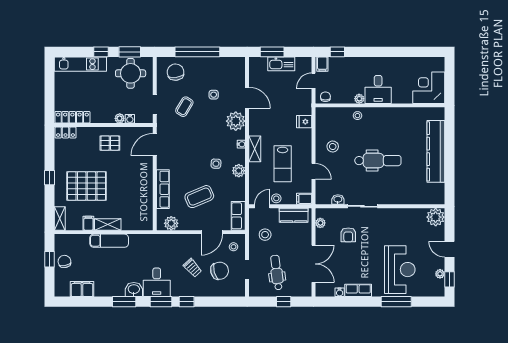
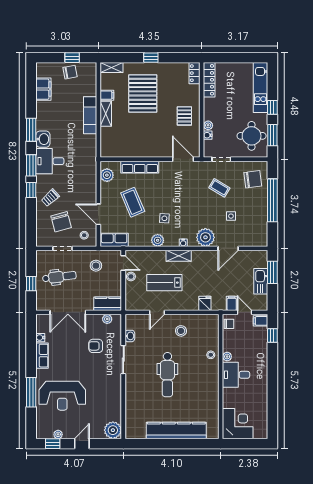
filing cabinet: (304, 199) -> (232, 303), moved
kitchen counter: (294, 215) -> (108, 304), moved, turned 90
trolley: (193, 268) -> (50, 198), moved

